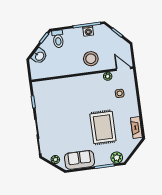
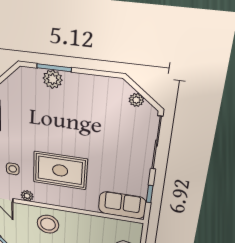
rug: (103, 127) -> (60, 170), moved, turned 90
plant: (117, 158) -> (53, 79), moved
sofa: (79, 160) -> (122, 205), moved, turned 180

